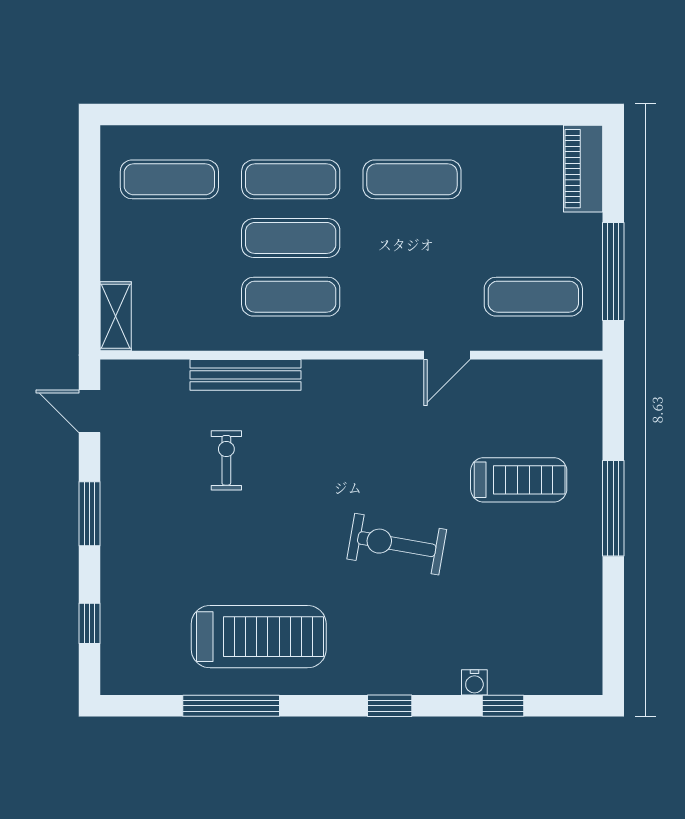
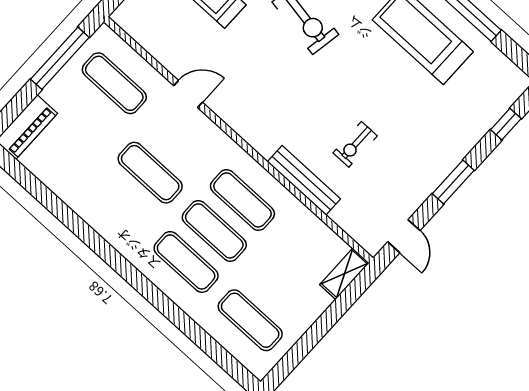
exercise mat: (412, 179) -> (150, 173), moved

